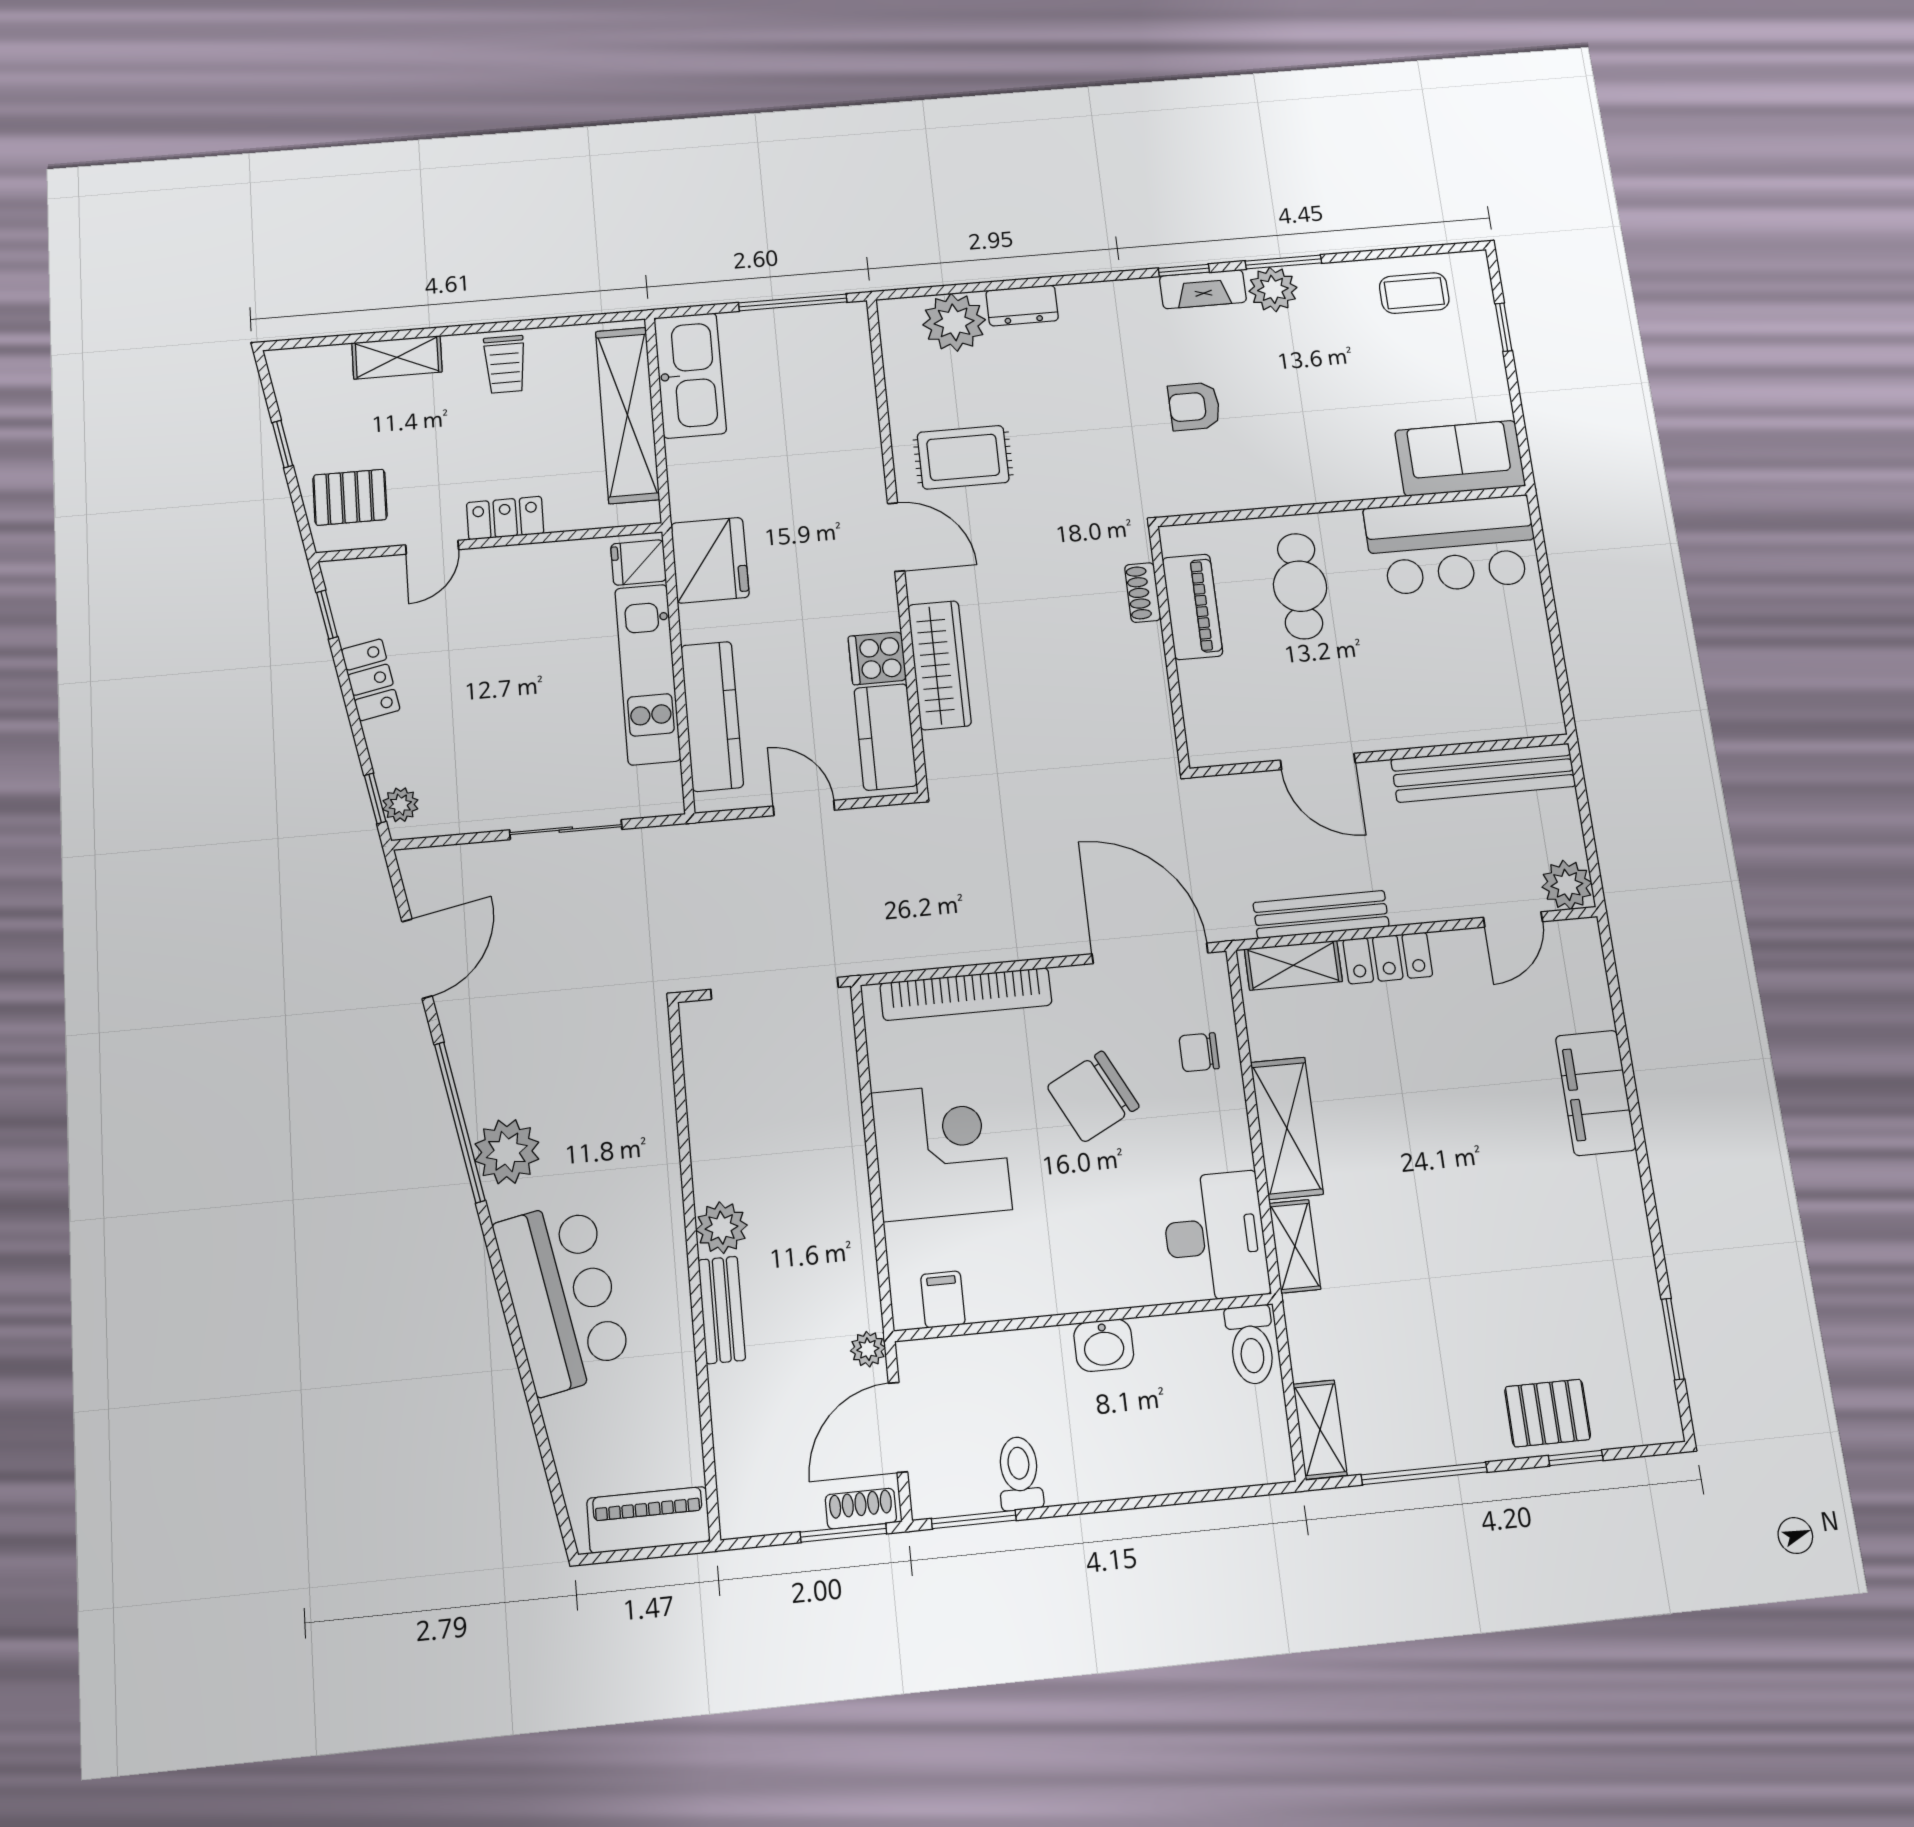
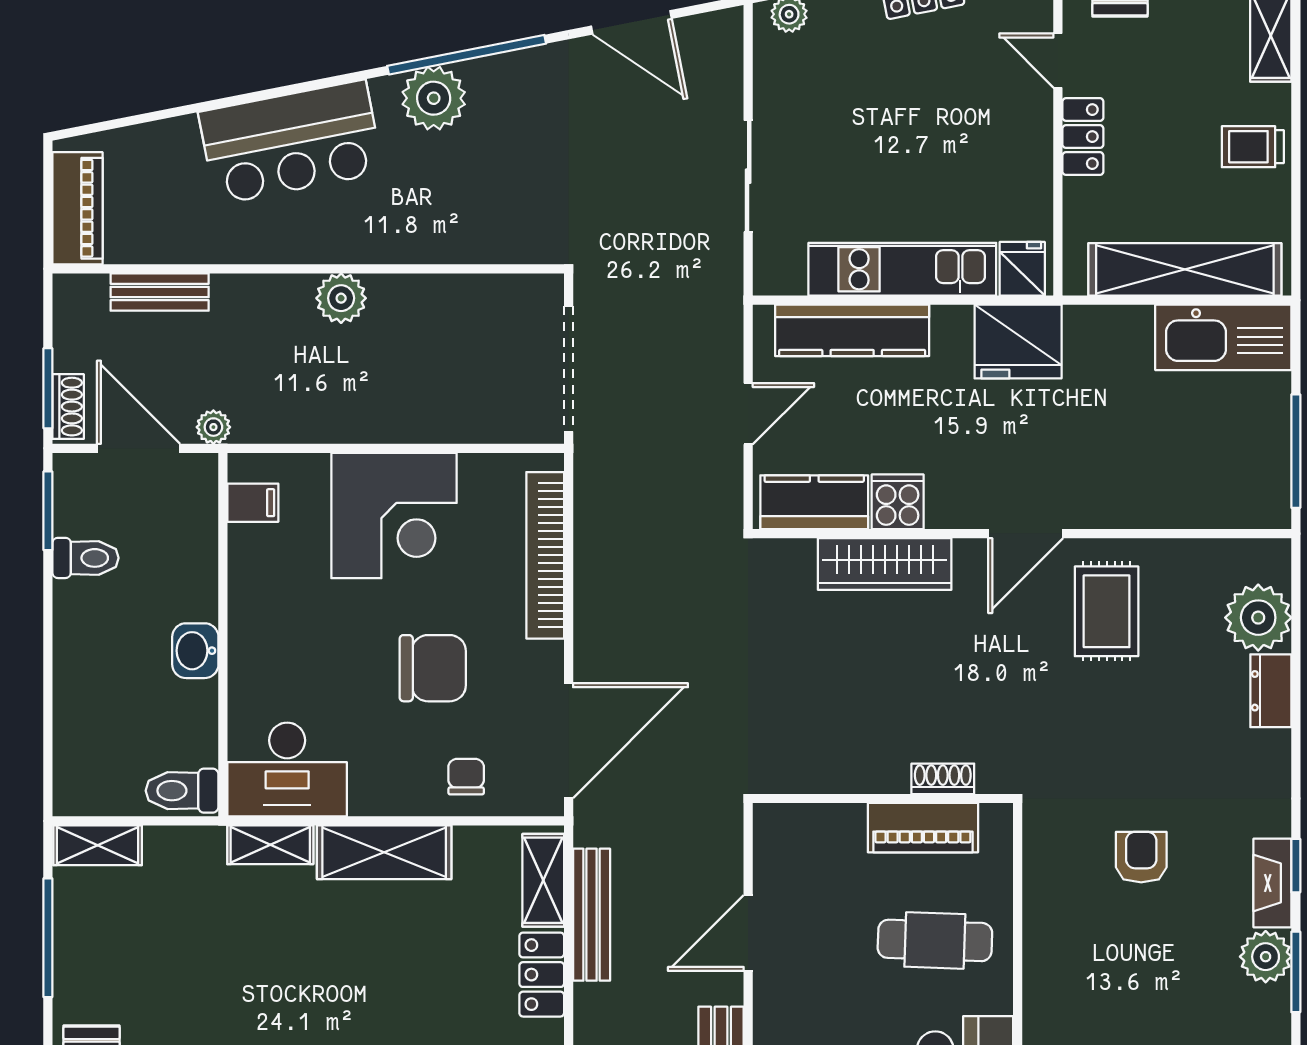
chair: (1093, 1096) -> (433, 668), turned 117
bench: (722, 1310) -> (160, 292), moved

